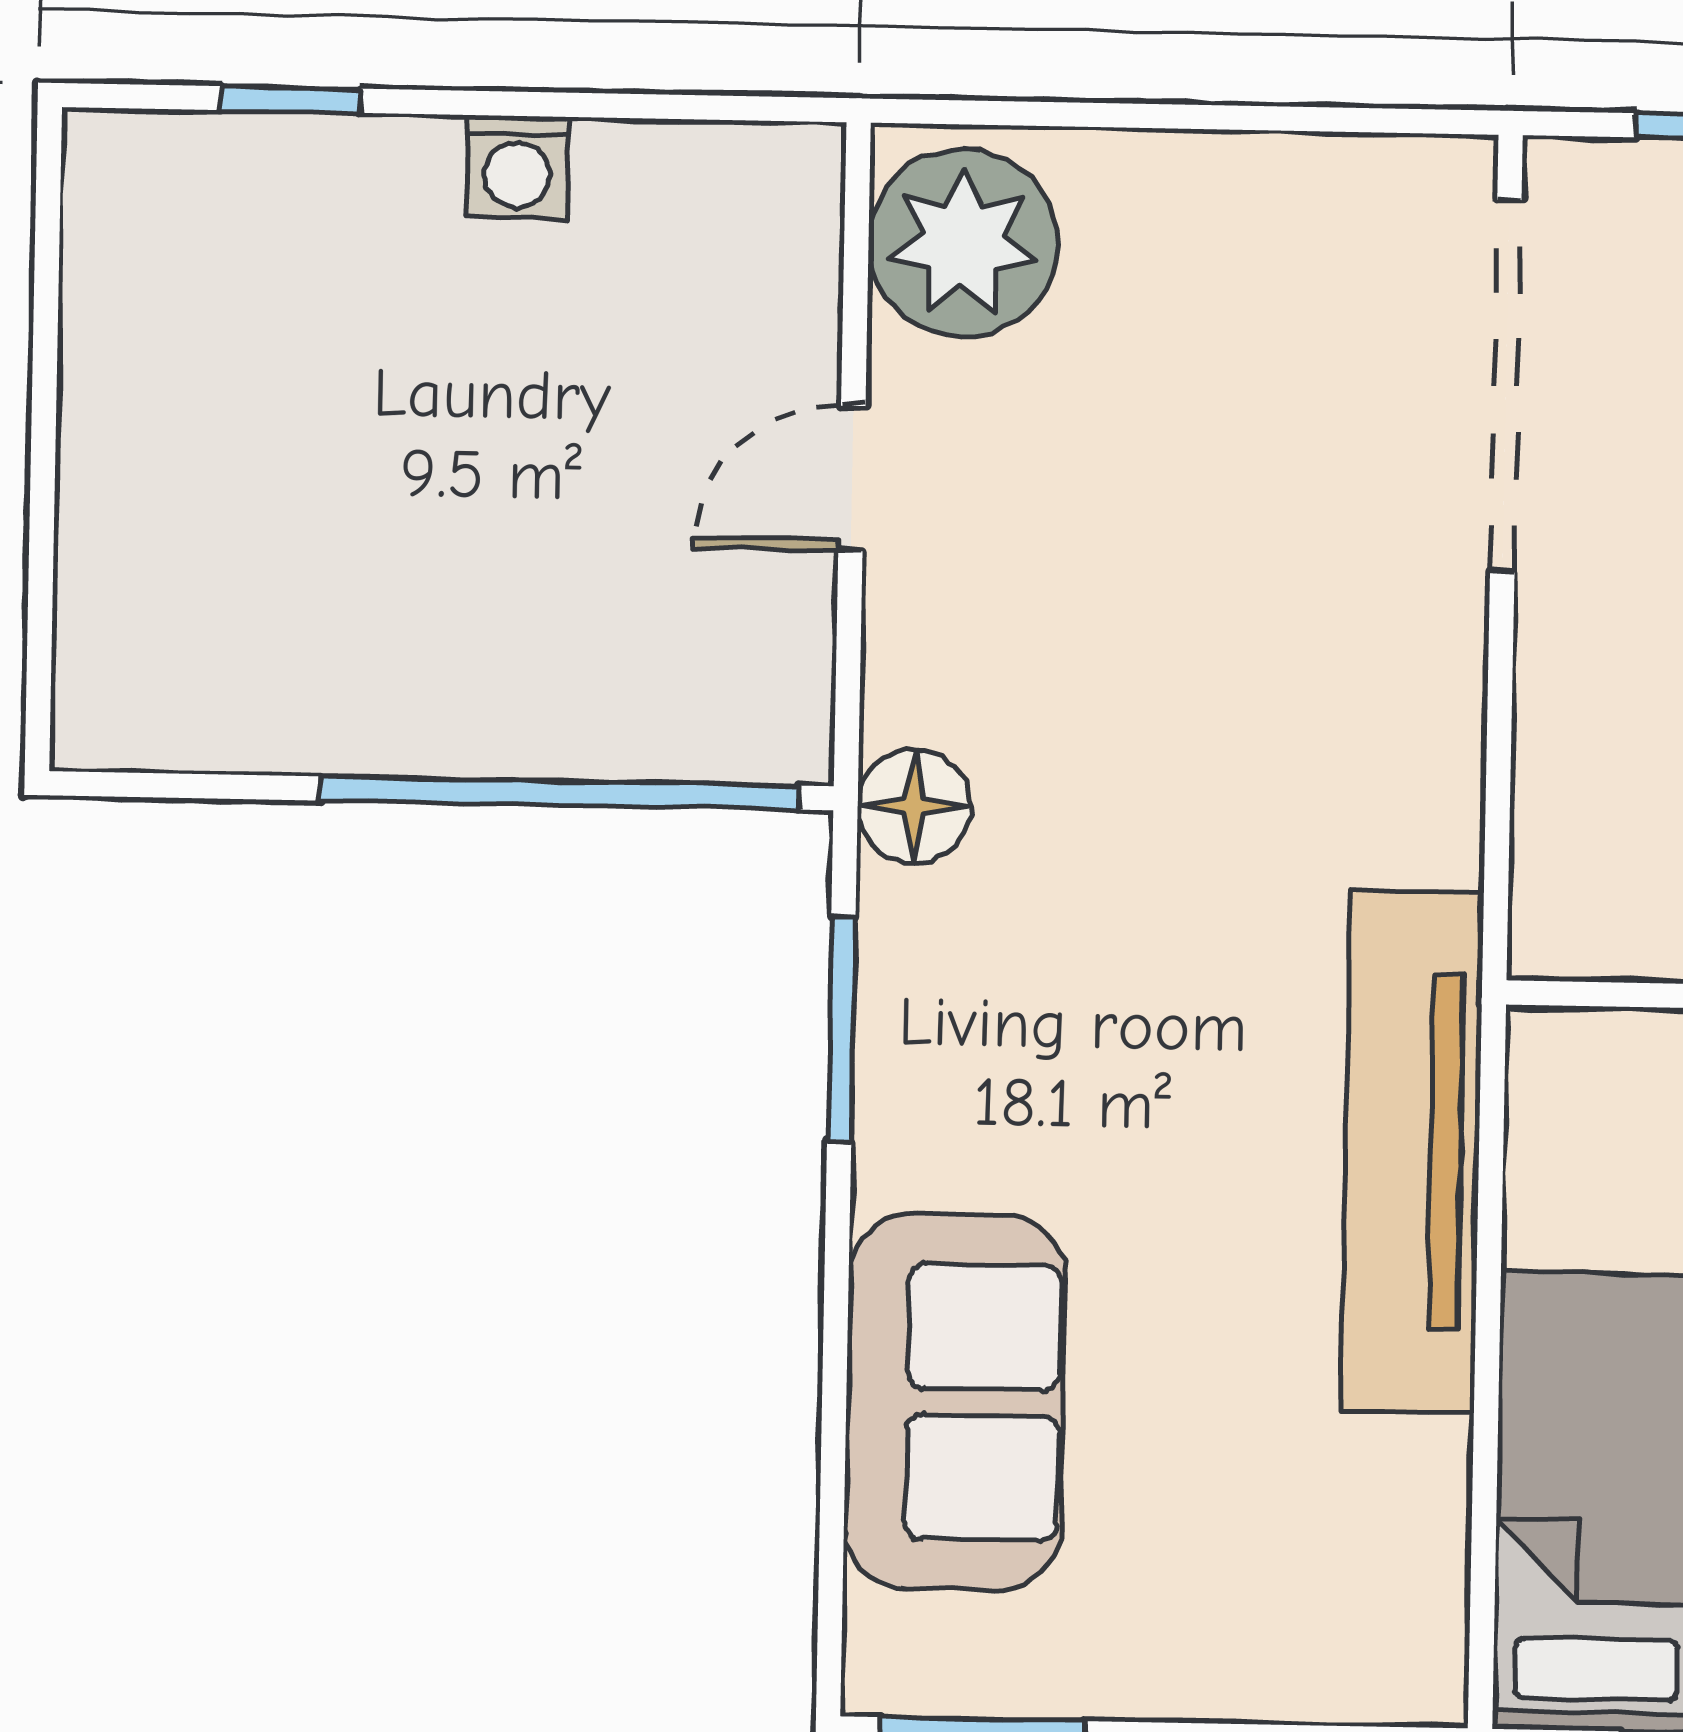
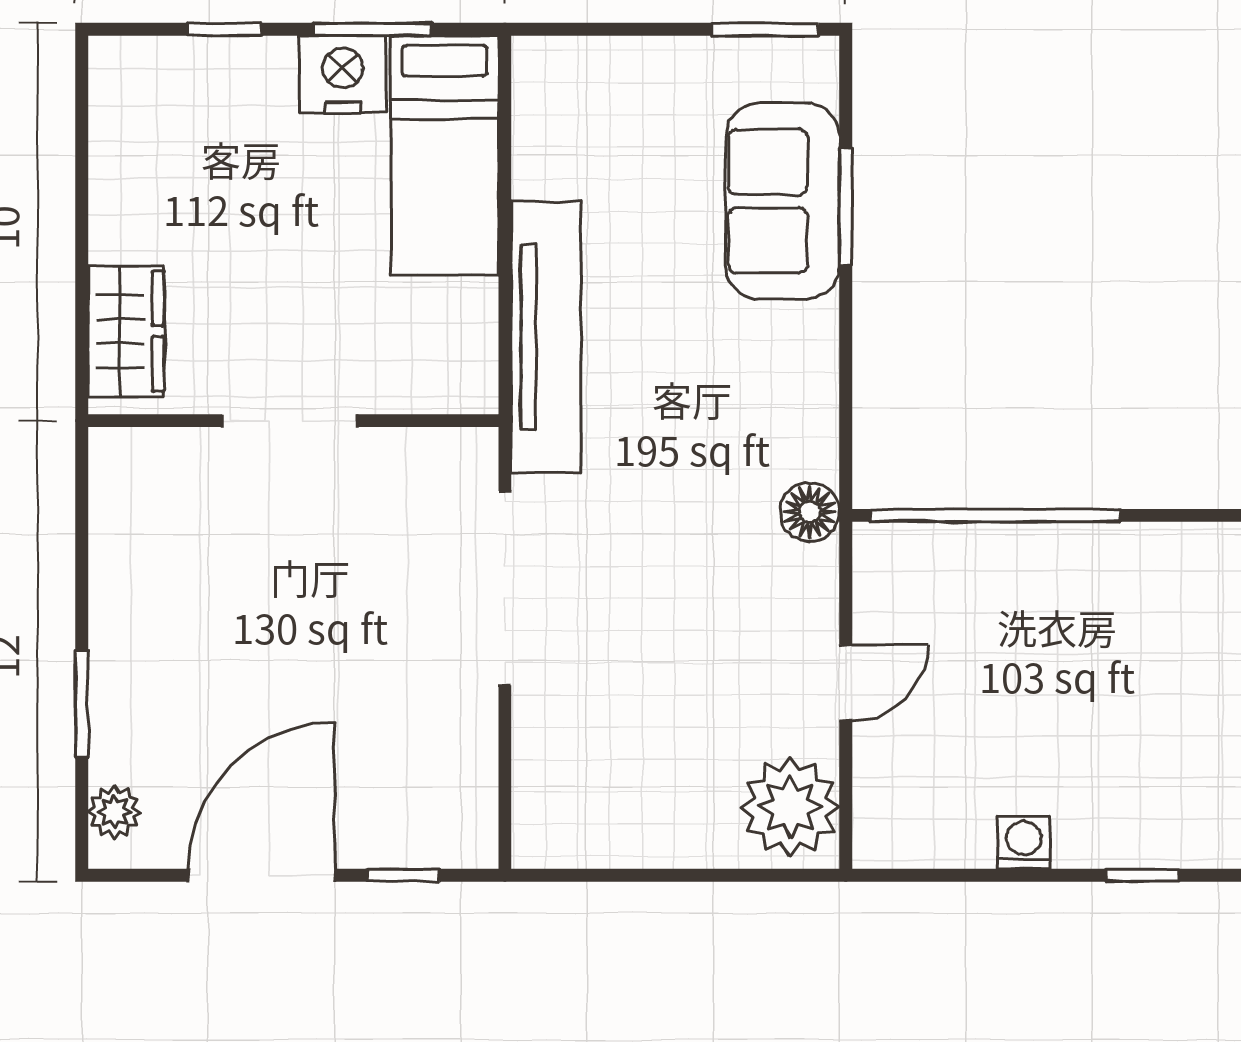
doorway: (1506, 386) -> (505, 588), moved
window: (841, 1029) -> (846, 207), moved

